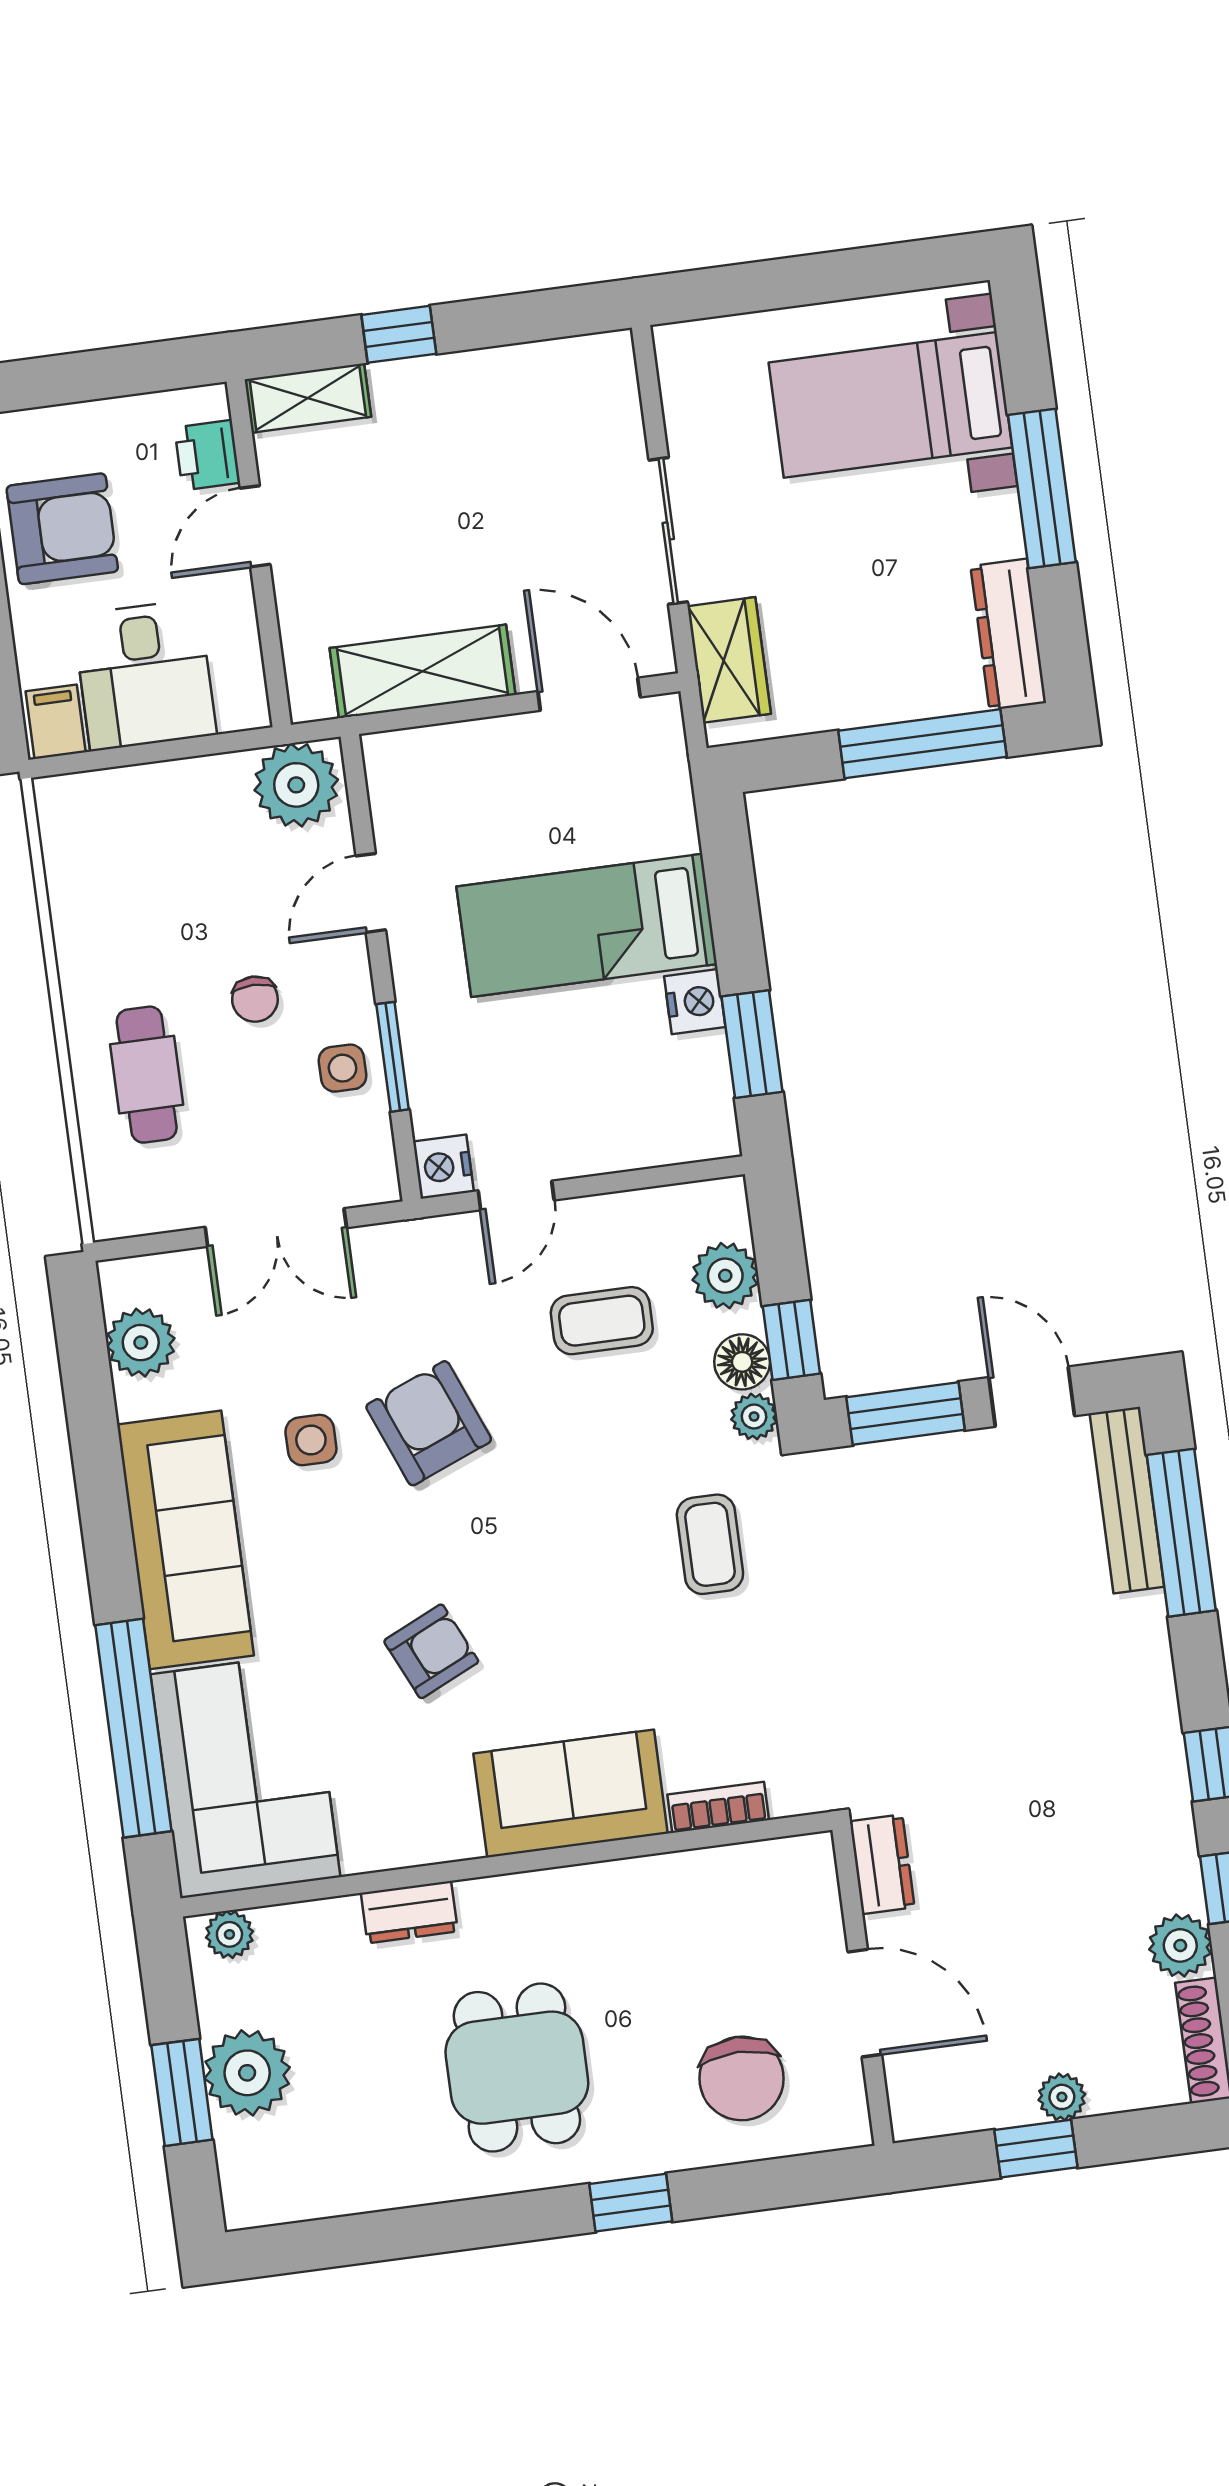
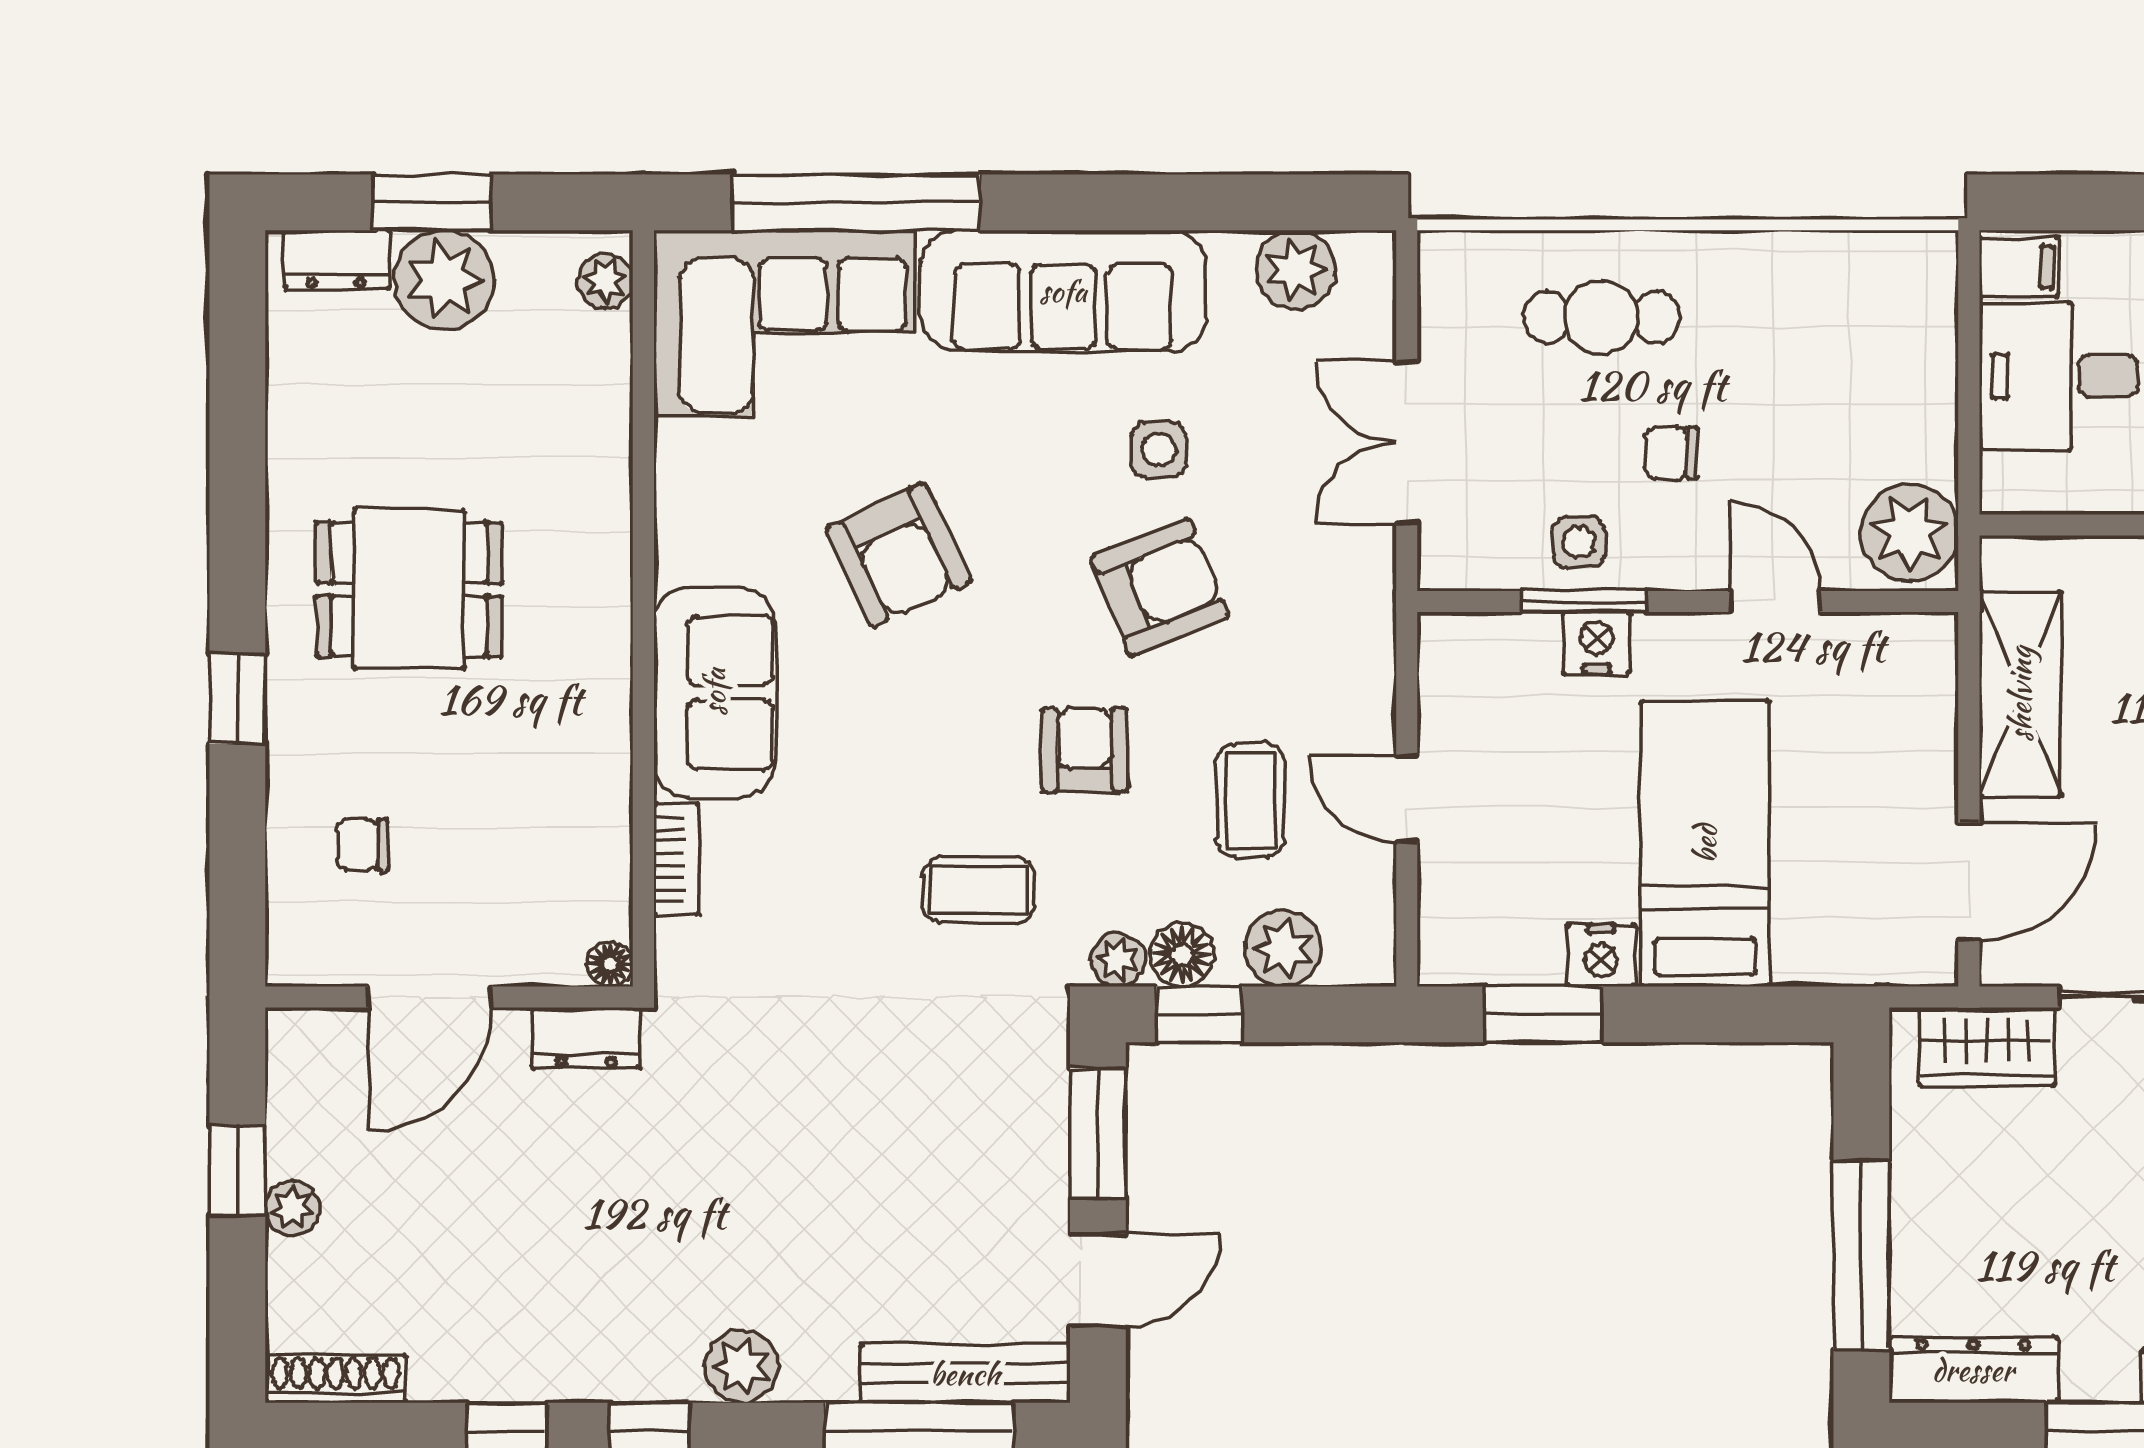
nightstand: (443, 1167) -> (1597, 643), moved
door: (516, 1195) -> (1407, 799), moved
armchair: (578, 1469) -> (1085, 750), added
armchair: (431, 1651) -> (898, 555), width x1.38, depth x1.38
floor lamp: (815, 1852) -> (610, 964), added
dresser: (409, 1912) -> (337, 260), moved, turned -90
plant: (1180, 1945) -> (742, 1367), moved
chair: (742, 2078) -> (362, 845), width x0.54, depth x0.54

